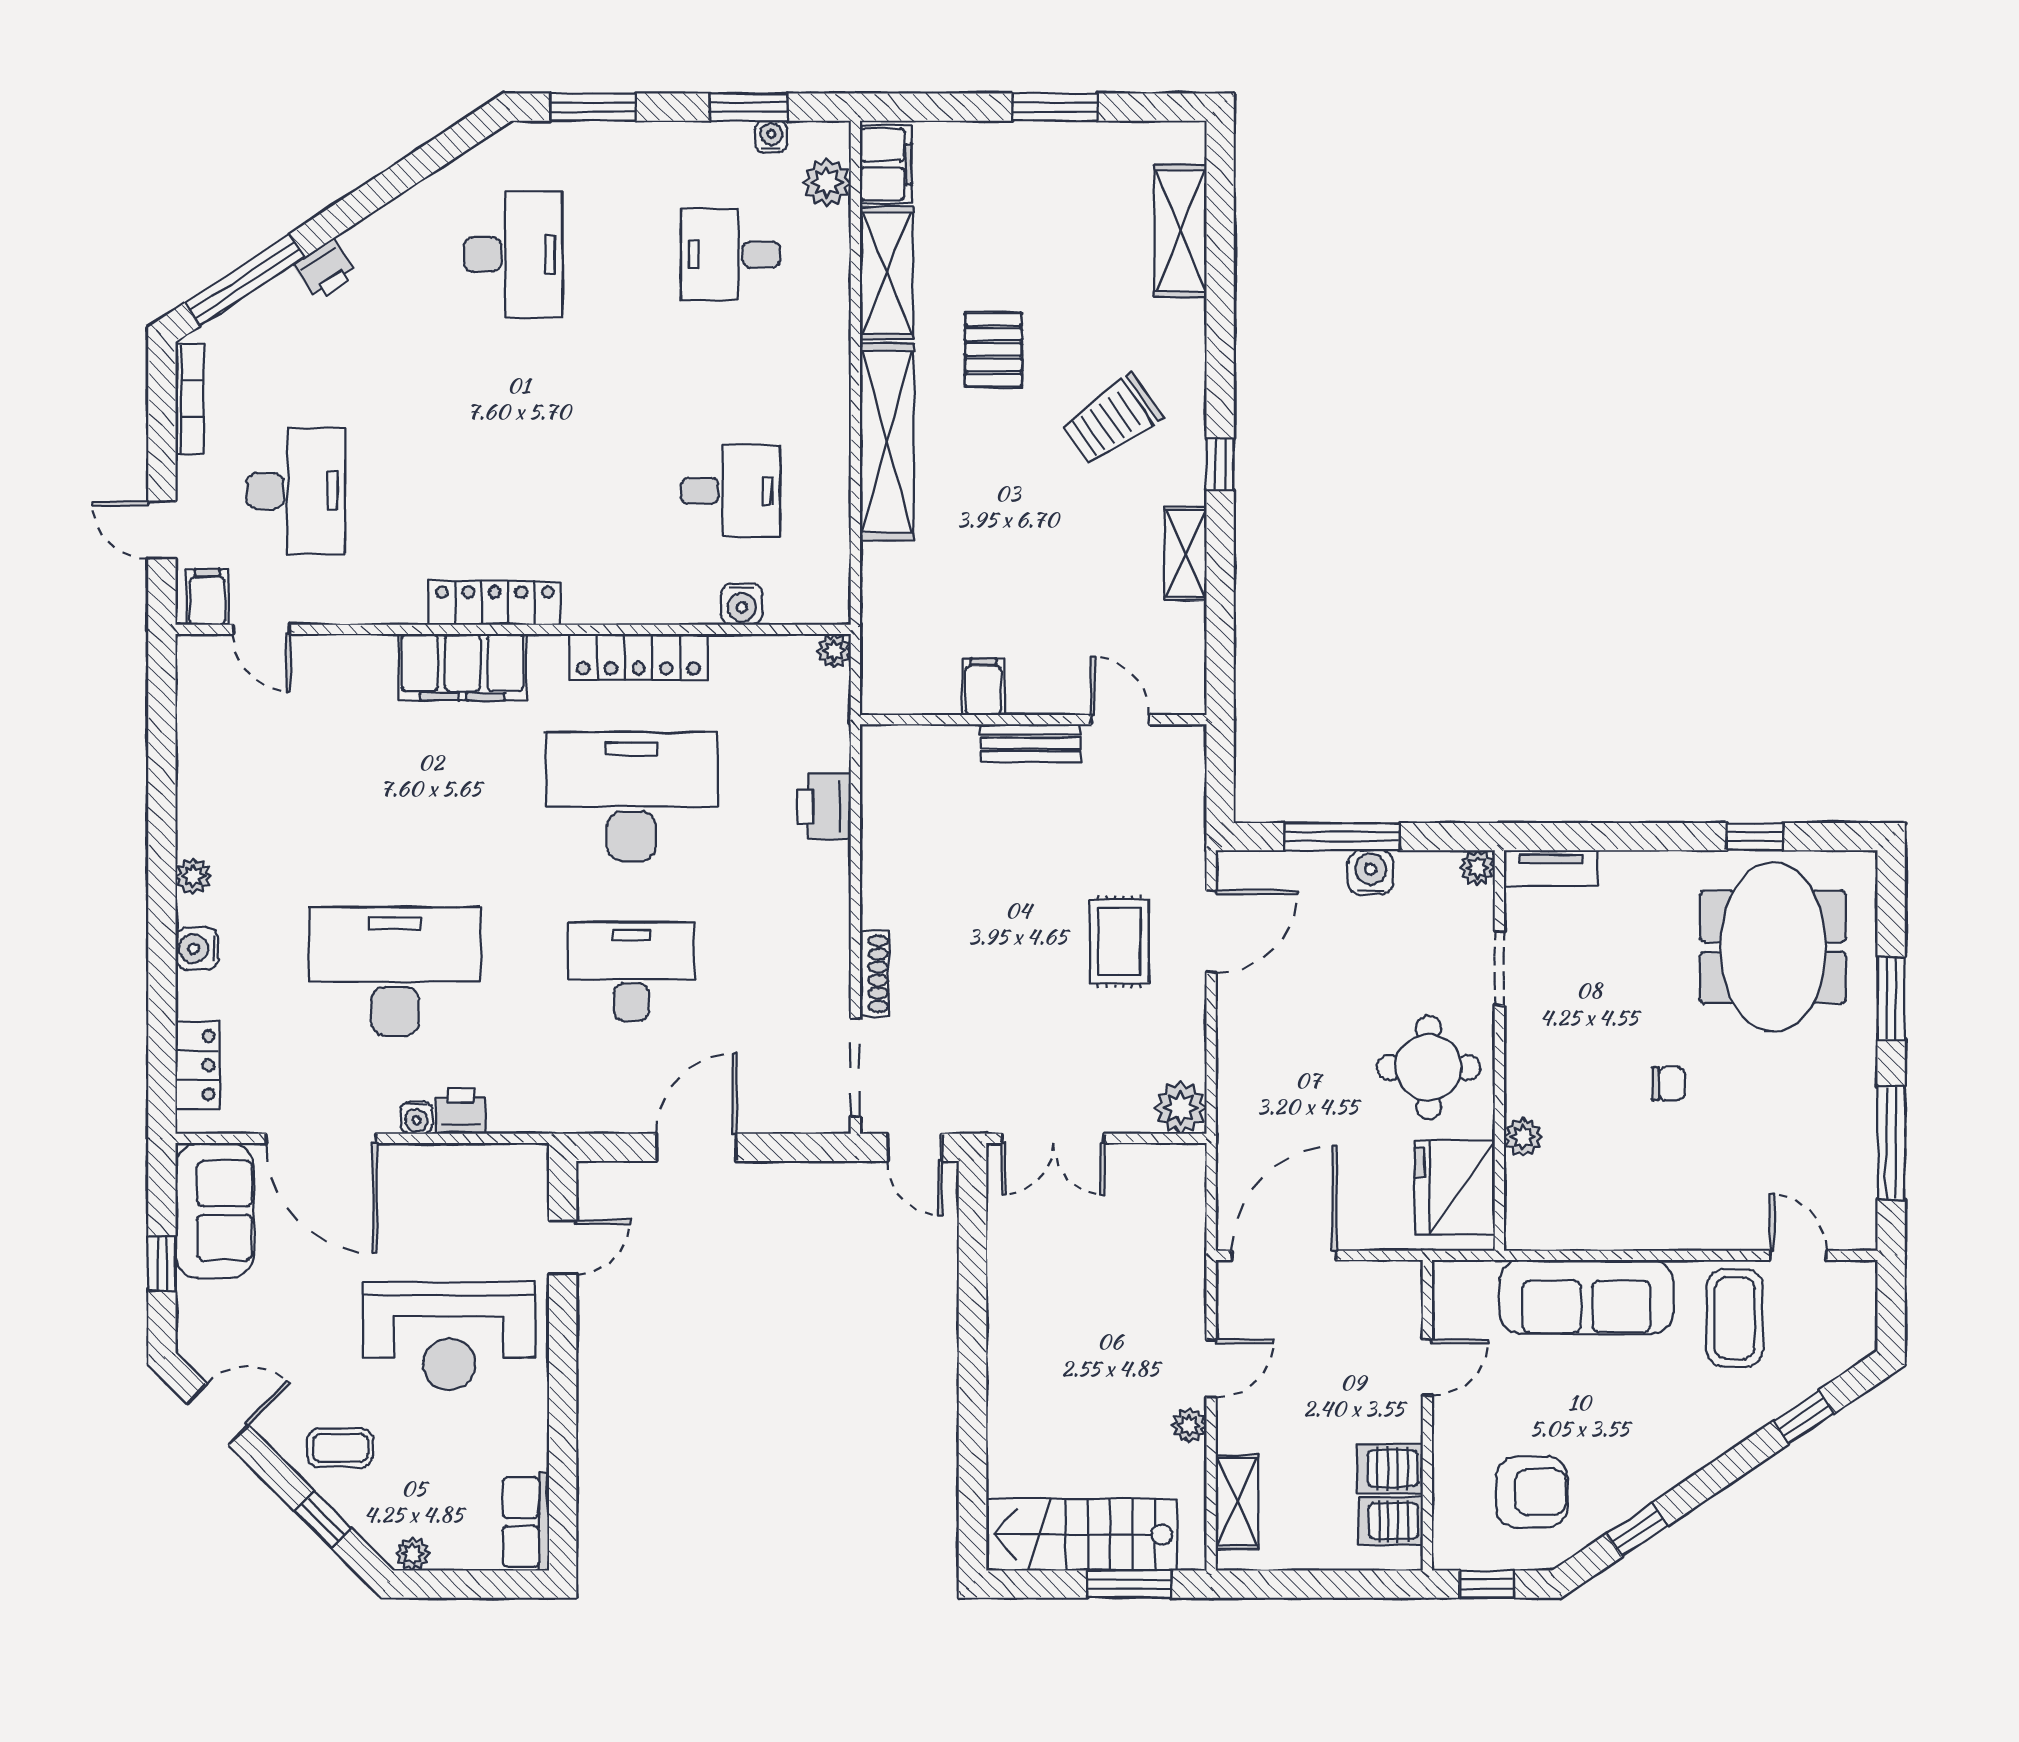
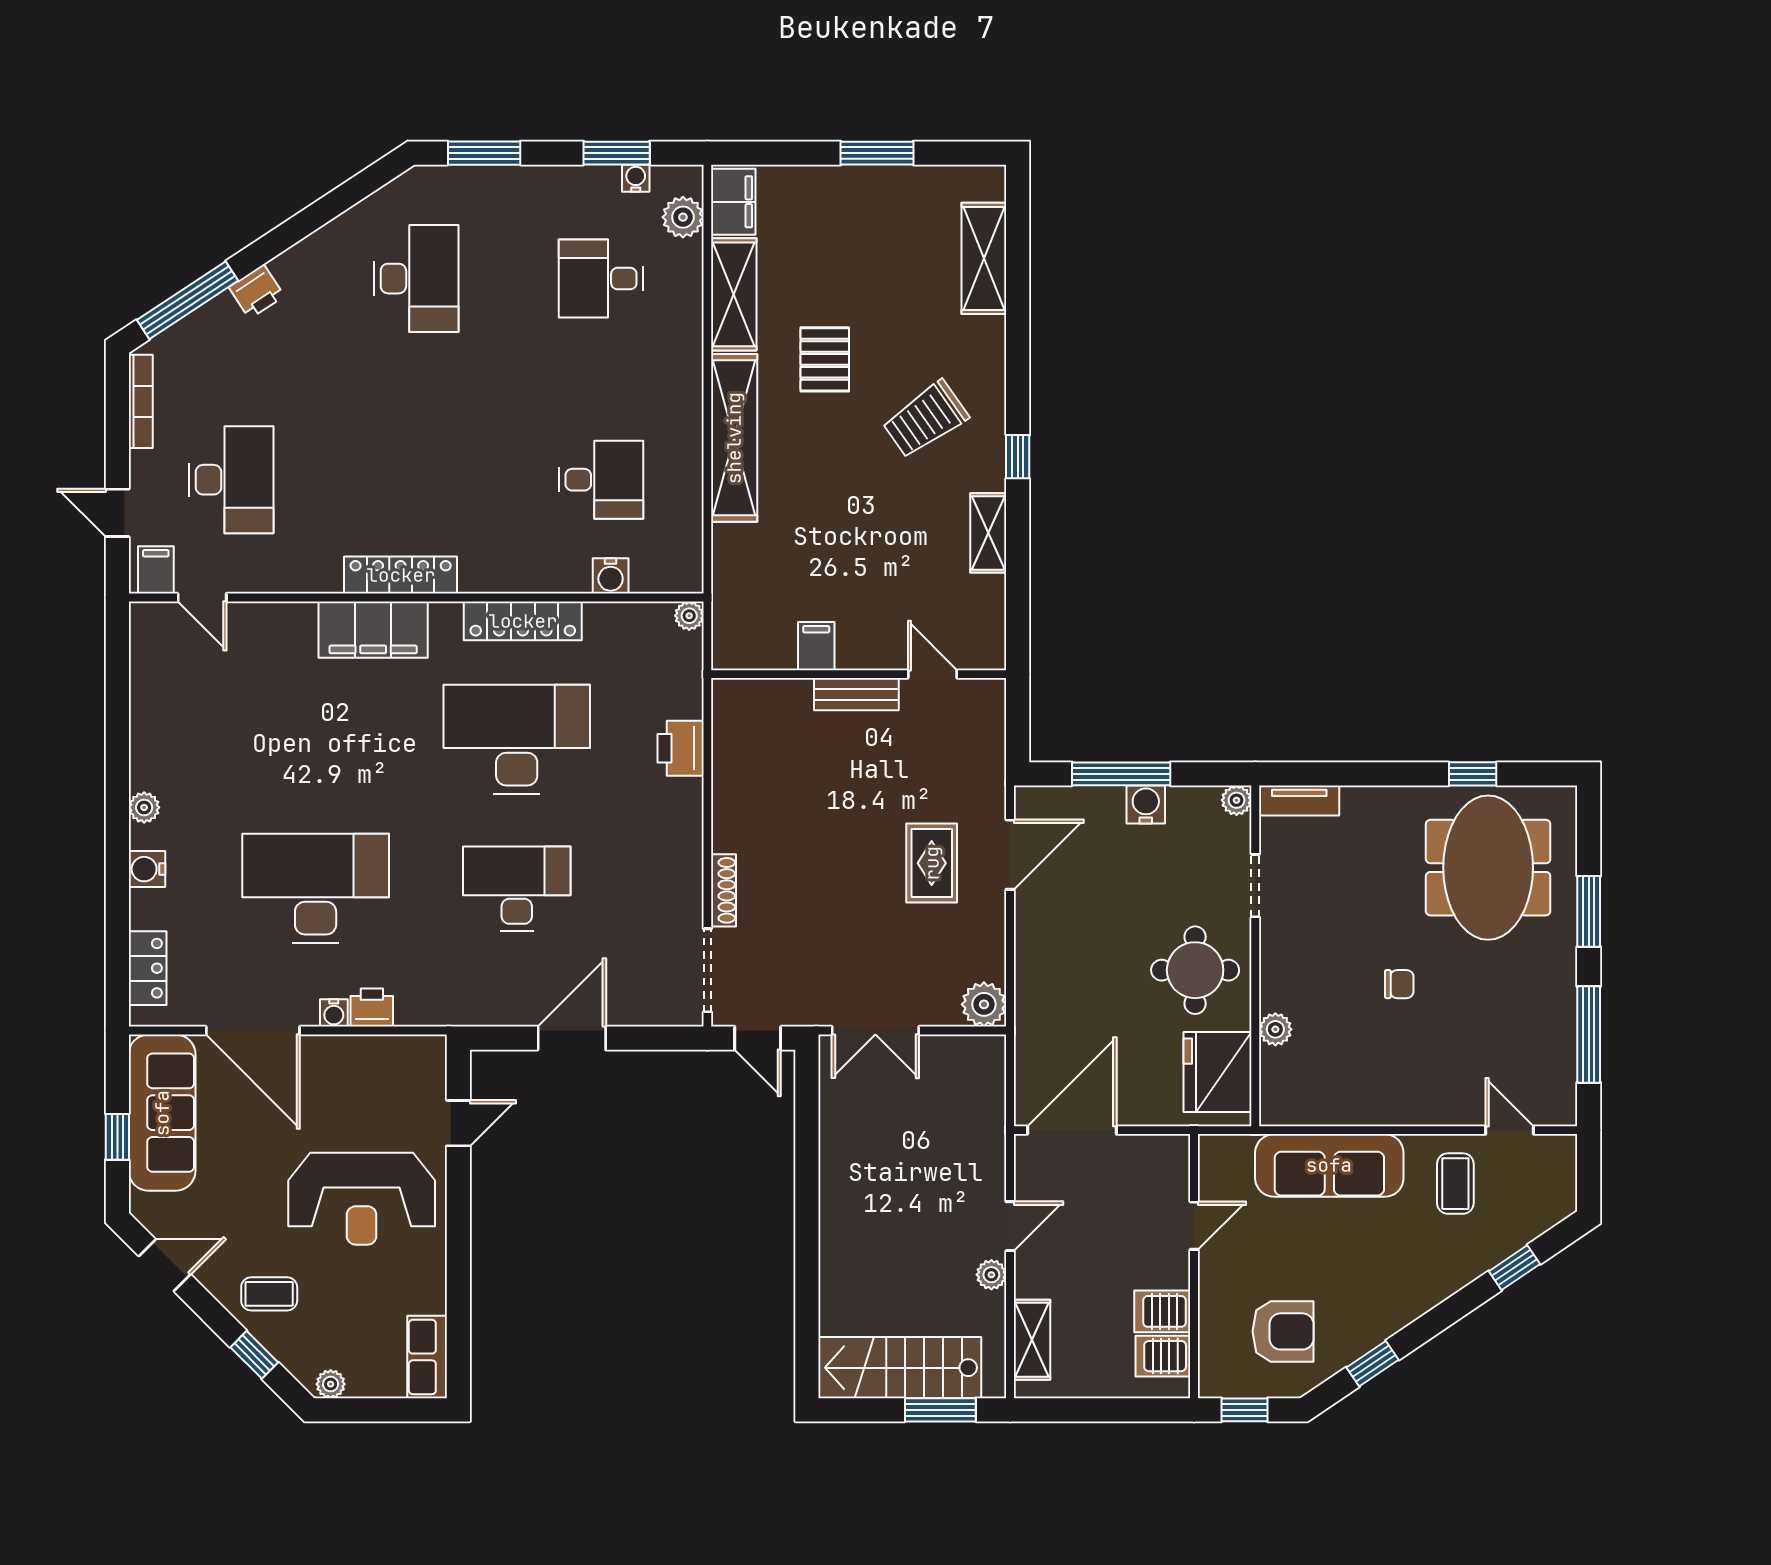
sofa: (215, 1210) -> (162, 1113), width x1.36
coffee table: (1734, 1318) -> (1455, 1184), width x0.73, depth x0.77

